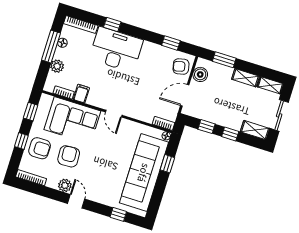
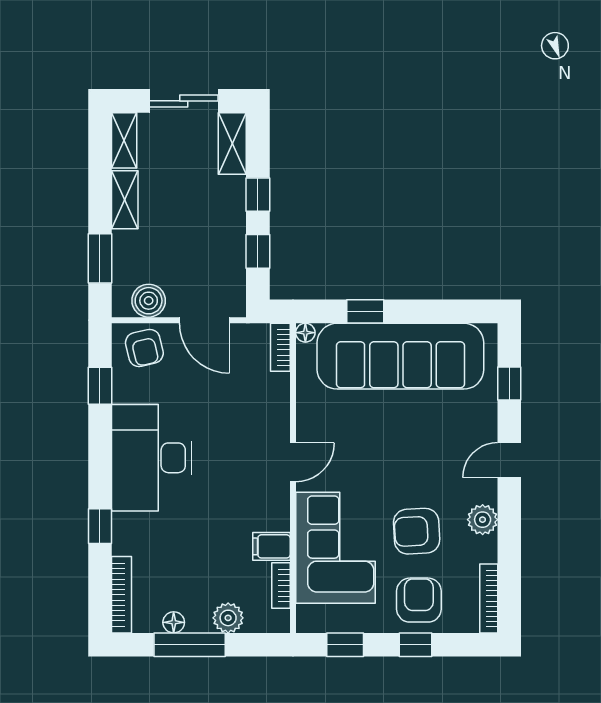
desk: (116, 50) -> (152, 458), moved
door: (76, 201) -> (509, 460), moved

